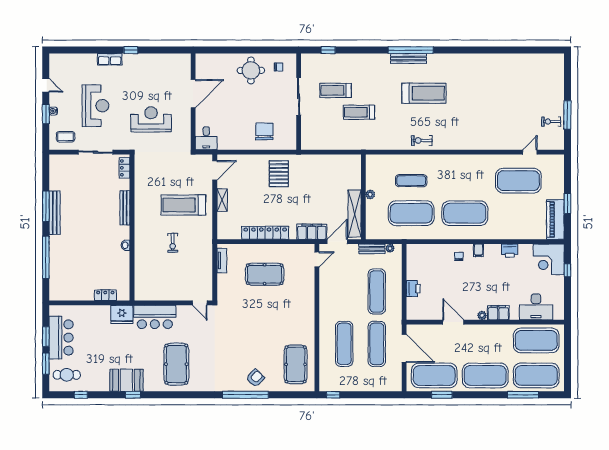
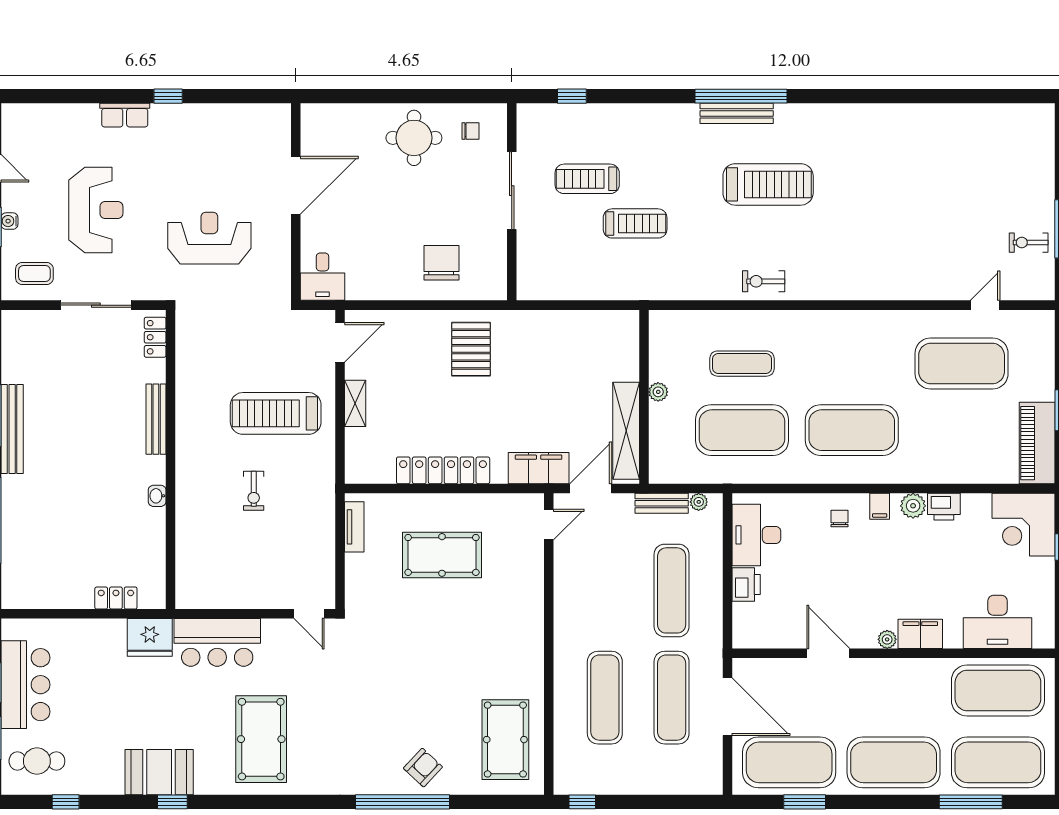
treadmill: (359, 112) -> (635, 223), turned 180
plant: (495, 250) -> (913, 506), added
desk: (418, 264) -> (756, 535), added

